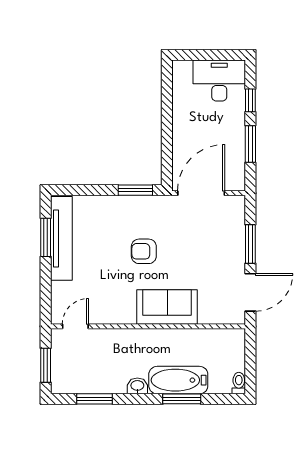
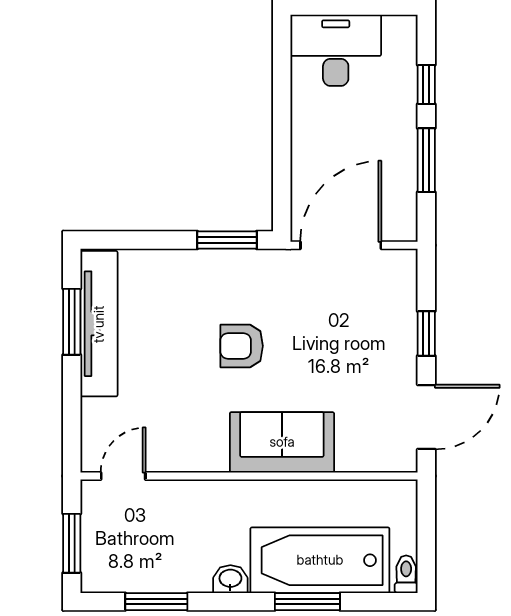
desk: (219, 80) -> (336, 50), moved
window: (250, 244) -> (426, 334), width x0.67
bathtub: (178, 380) -> (320, 560), width x1.36, depth x1.36

